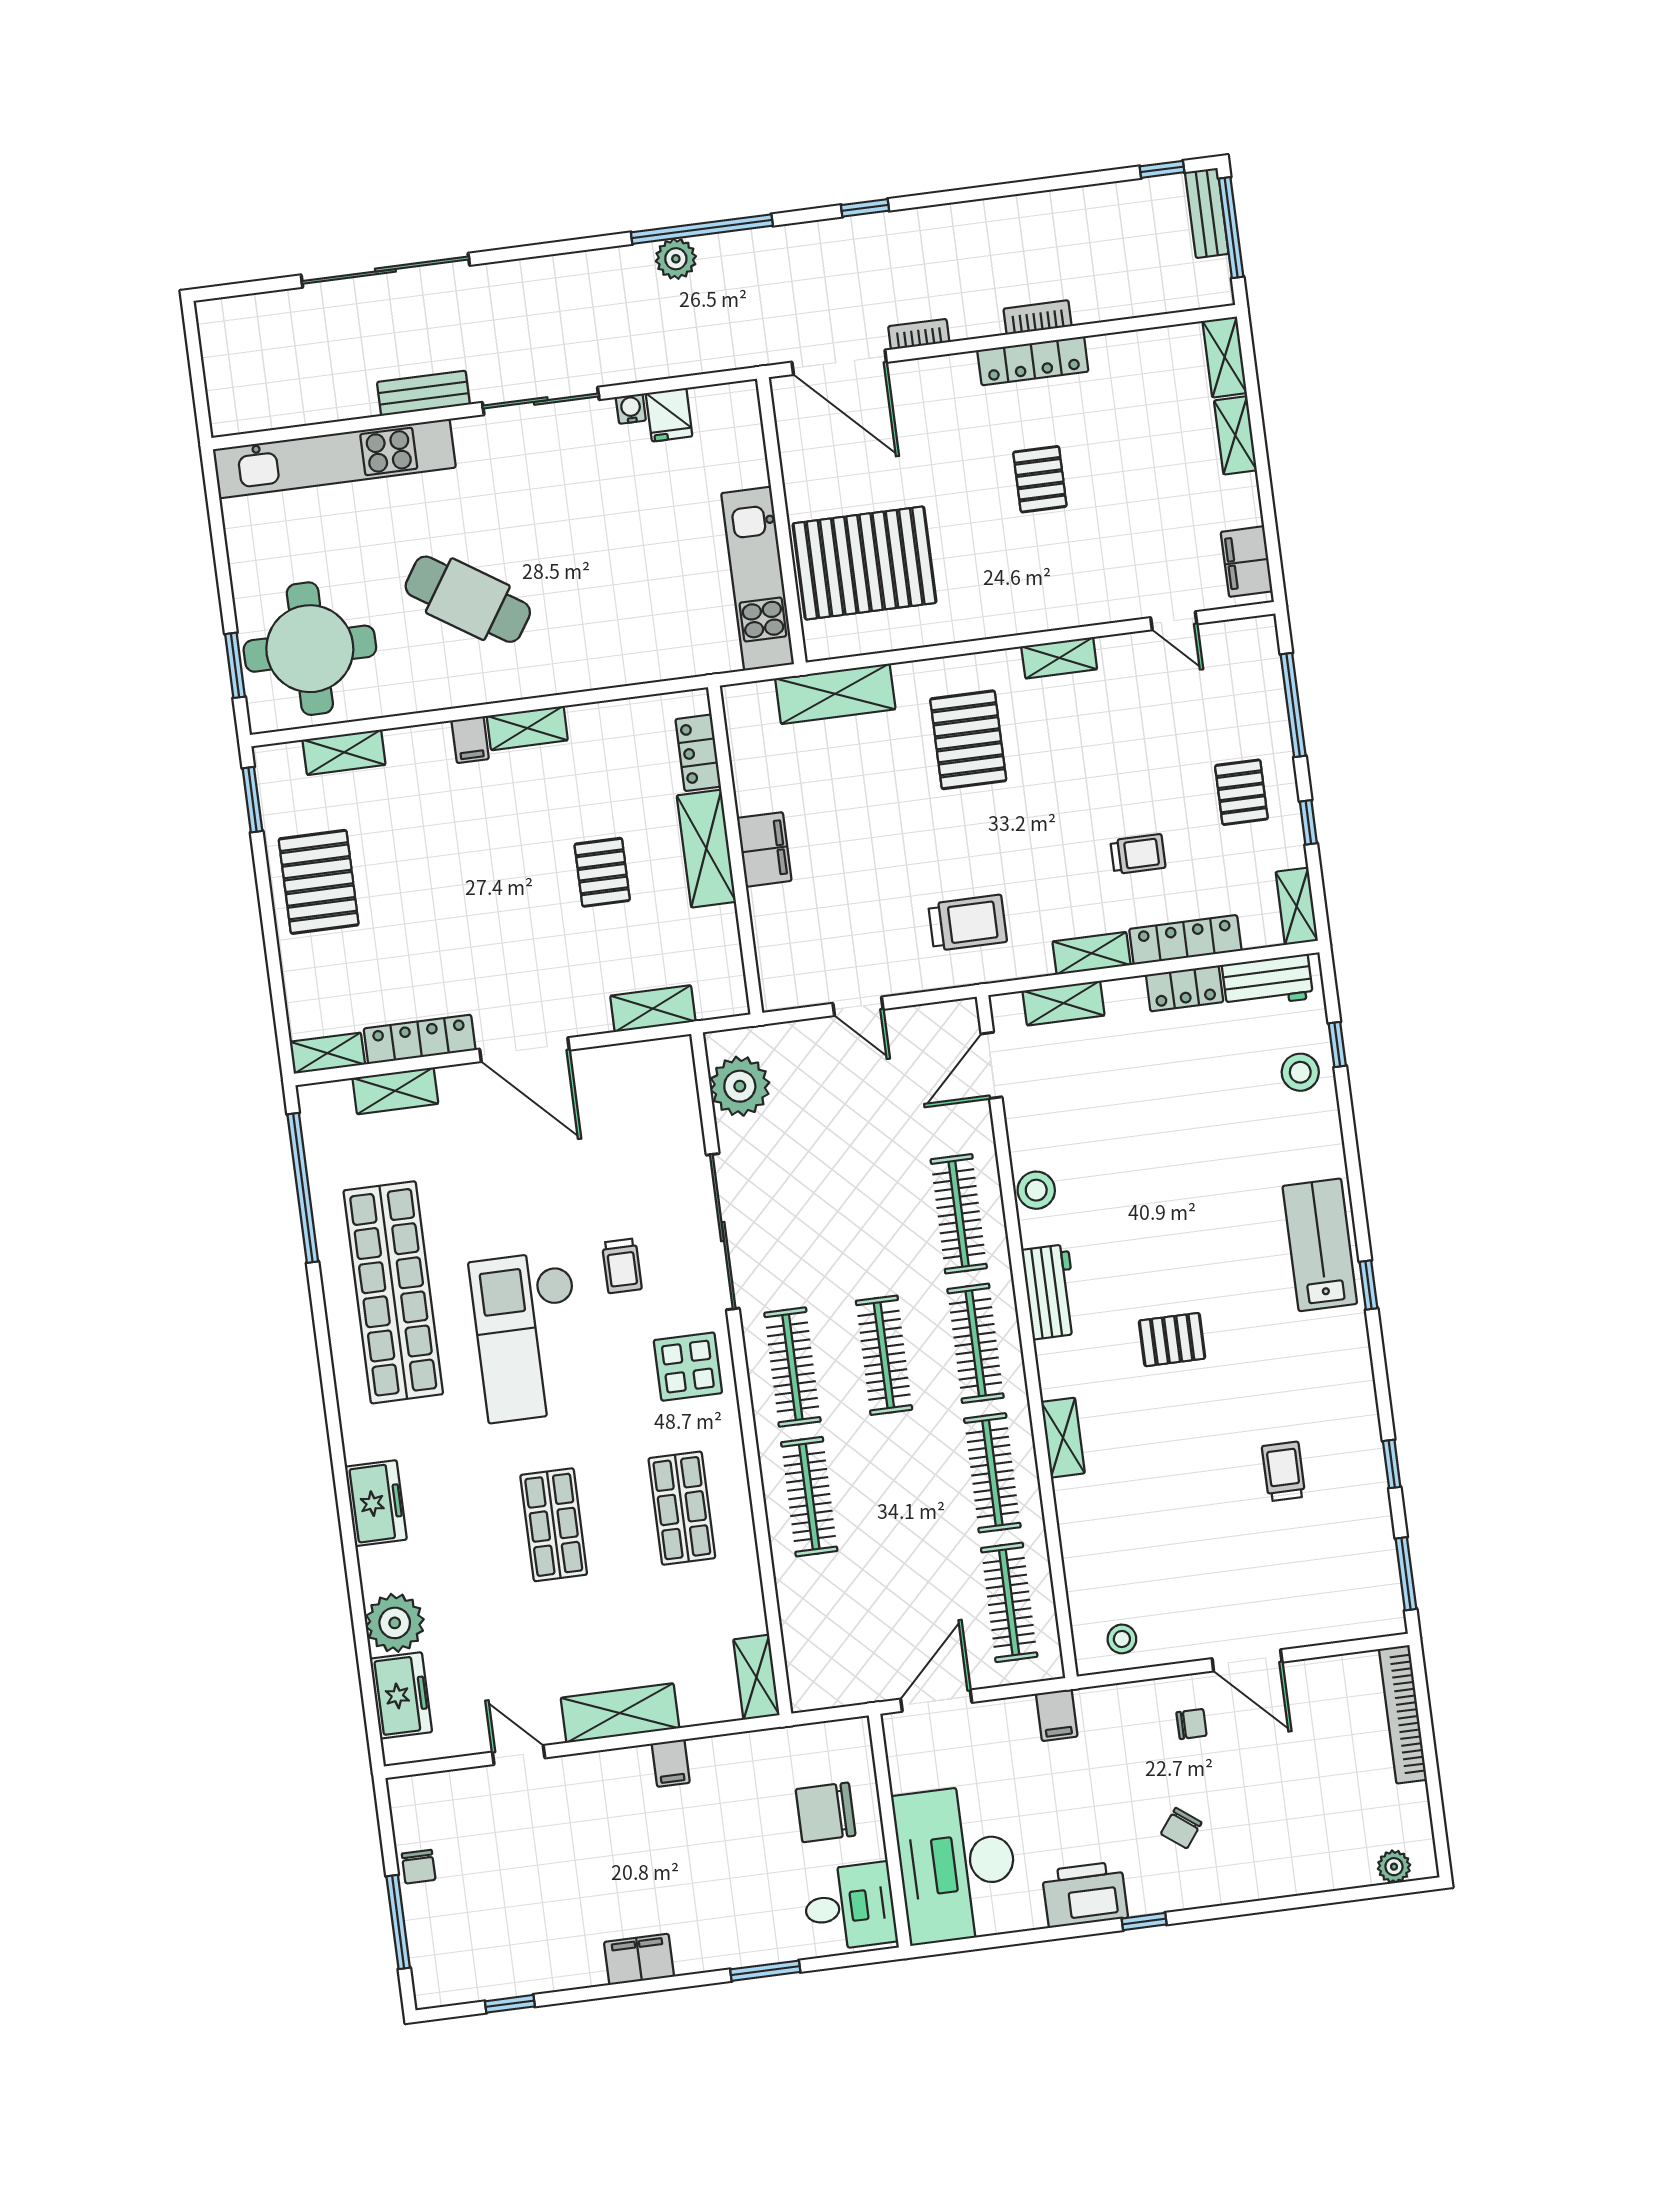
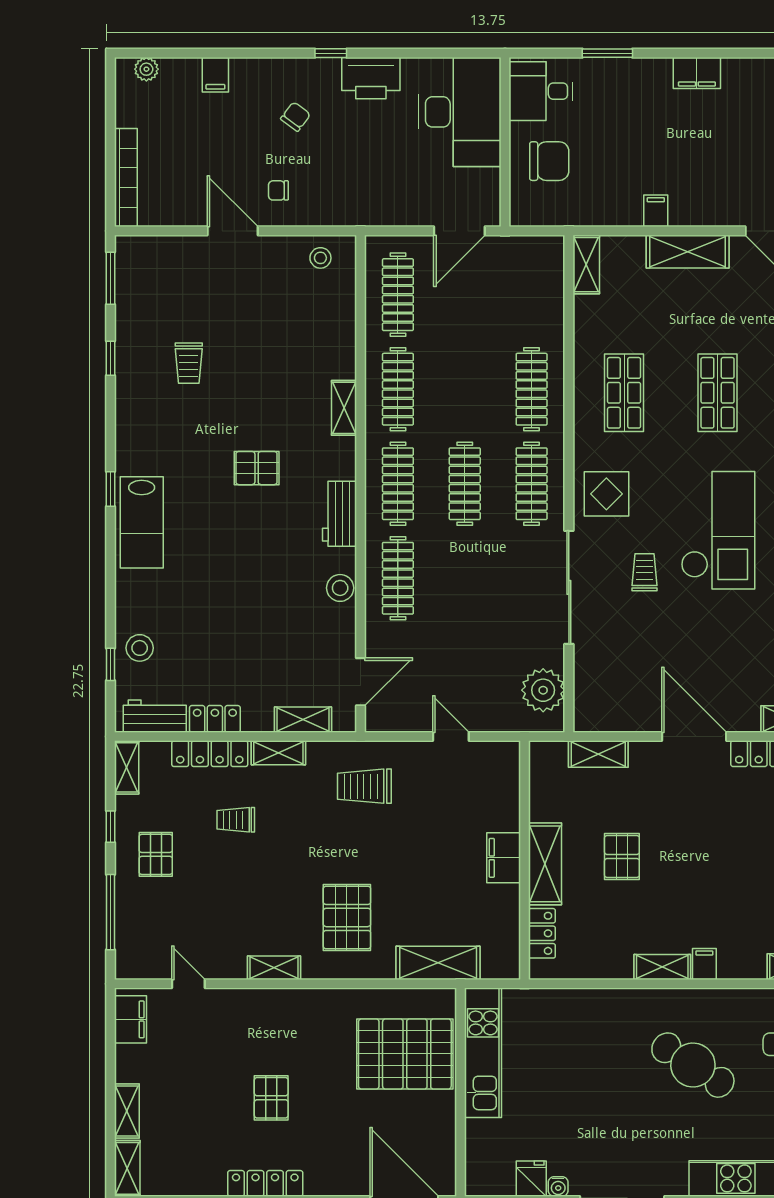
filing cabinet: (1057, 1715) -> (215, 75), moved, turned 180

